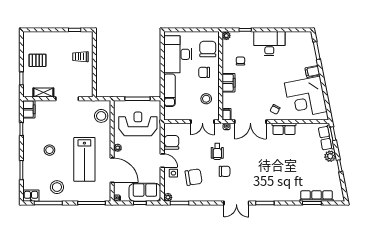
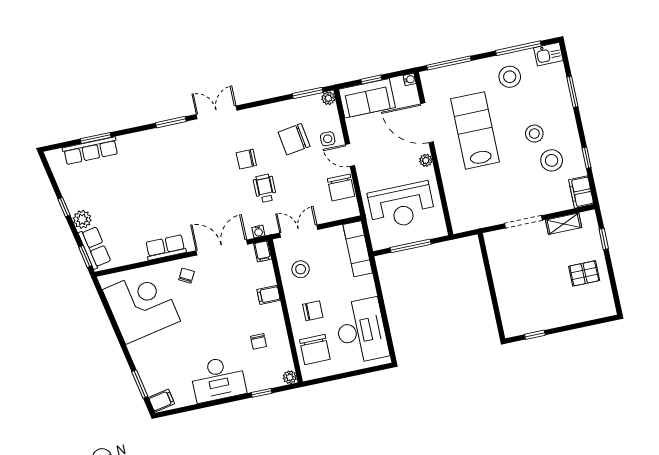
trolley: (80, 57) -> (516, 294), removed
filing cabinet: (312, 71) -> (162, 401), moved
filing cabinet: (228, 83) -> (269, 295), width x0.50
exam couch: (169, 90) -> (358, 249), moved
stool: (101, 116) -> (552, 160), moved

